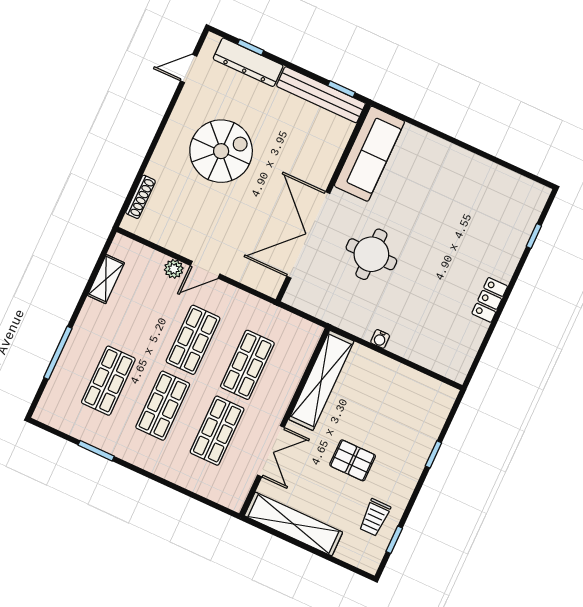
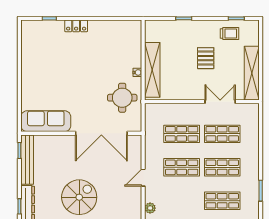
spiral stairs: (221, 151) -> (79, 197), turned 90
round table: (371, 254) -> (122, 98), moved
plant: (174, 269) -> (150, 208), moved
door: (205, 270) -> (143, 178), swing flipped
locker: (490, 300) -> (76, 26), moved
shelving: (321, 380) -> (152, 70), moved, turned 90

